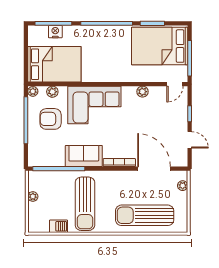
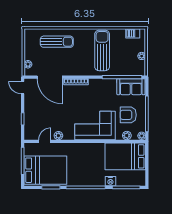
nightstand: (55, 32) -> (110, 181), moved
door: (175, 84) -> (45, 141), moved
armchair: (51, 119) -> (128, 115), turned 180
door: (190, 140) -> (23, 88), moved
sofa: (84, 156) -> (131, 87), moved
sun lounger: (145, 215) -> (57, 42), width x0.73, depth x0.75
barbecue: (58, 226) -> (133, 33), moved

